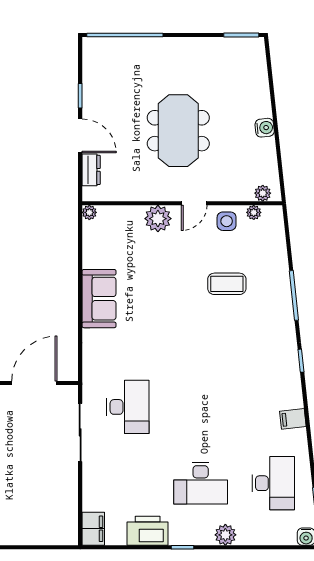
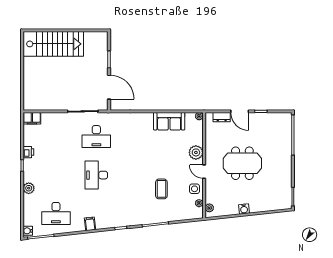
door: (80, 136) -> (240, 111), hinge flipped
sofa: (99, 299) -> (169, 121), moved
desk: (201, 483) -> (96, 175), moved
printer: (148, 531) -> (28, 152), width x0.53, depth x0.68

